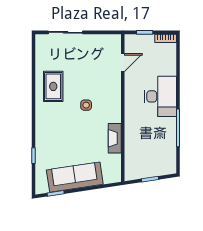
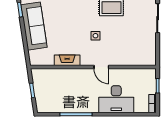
door: (123, 63) -> (101, 67), moved
desk: (160, 96) -> (116, 99), moved

